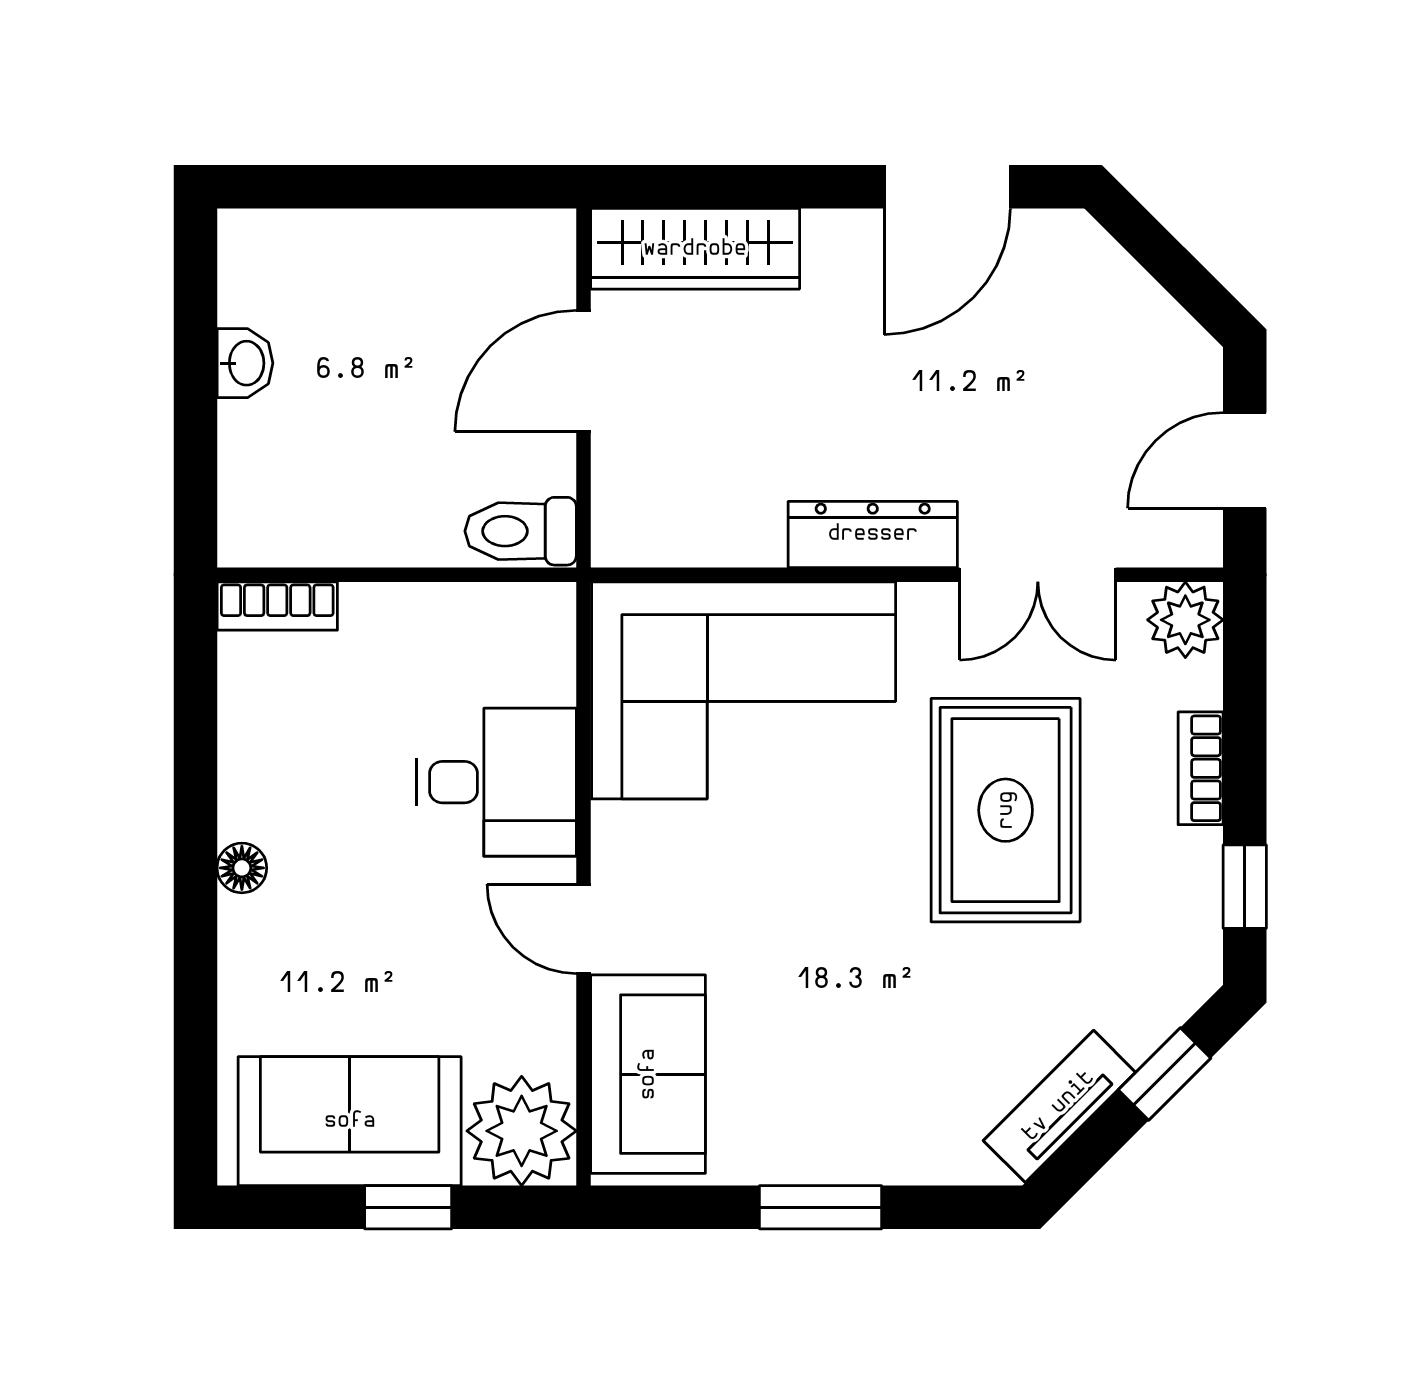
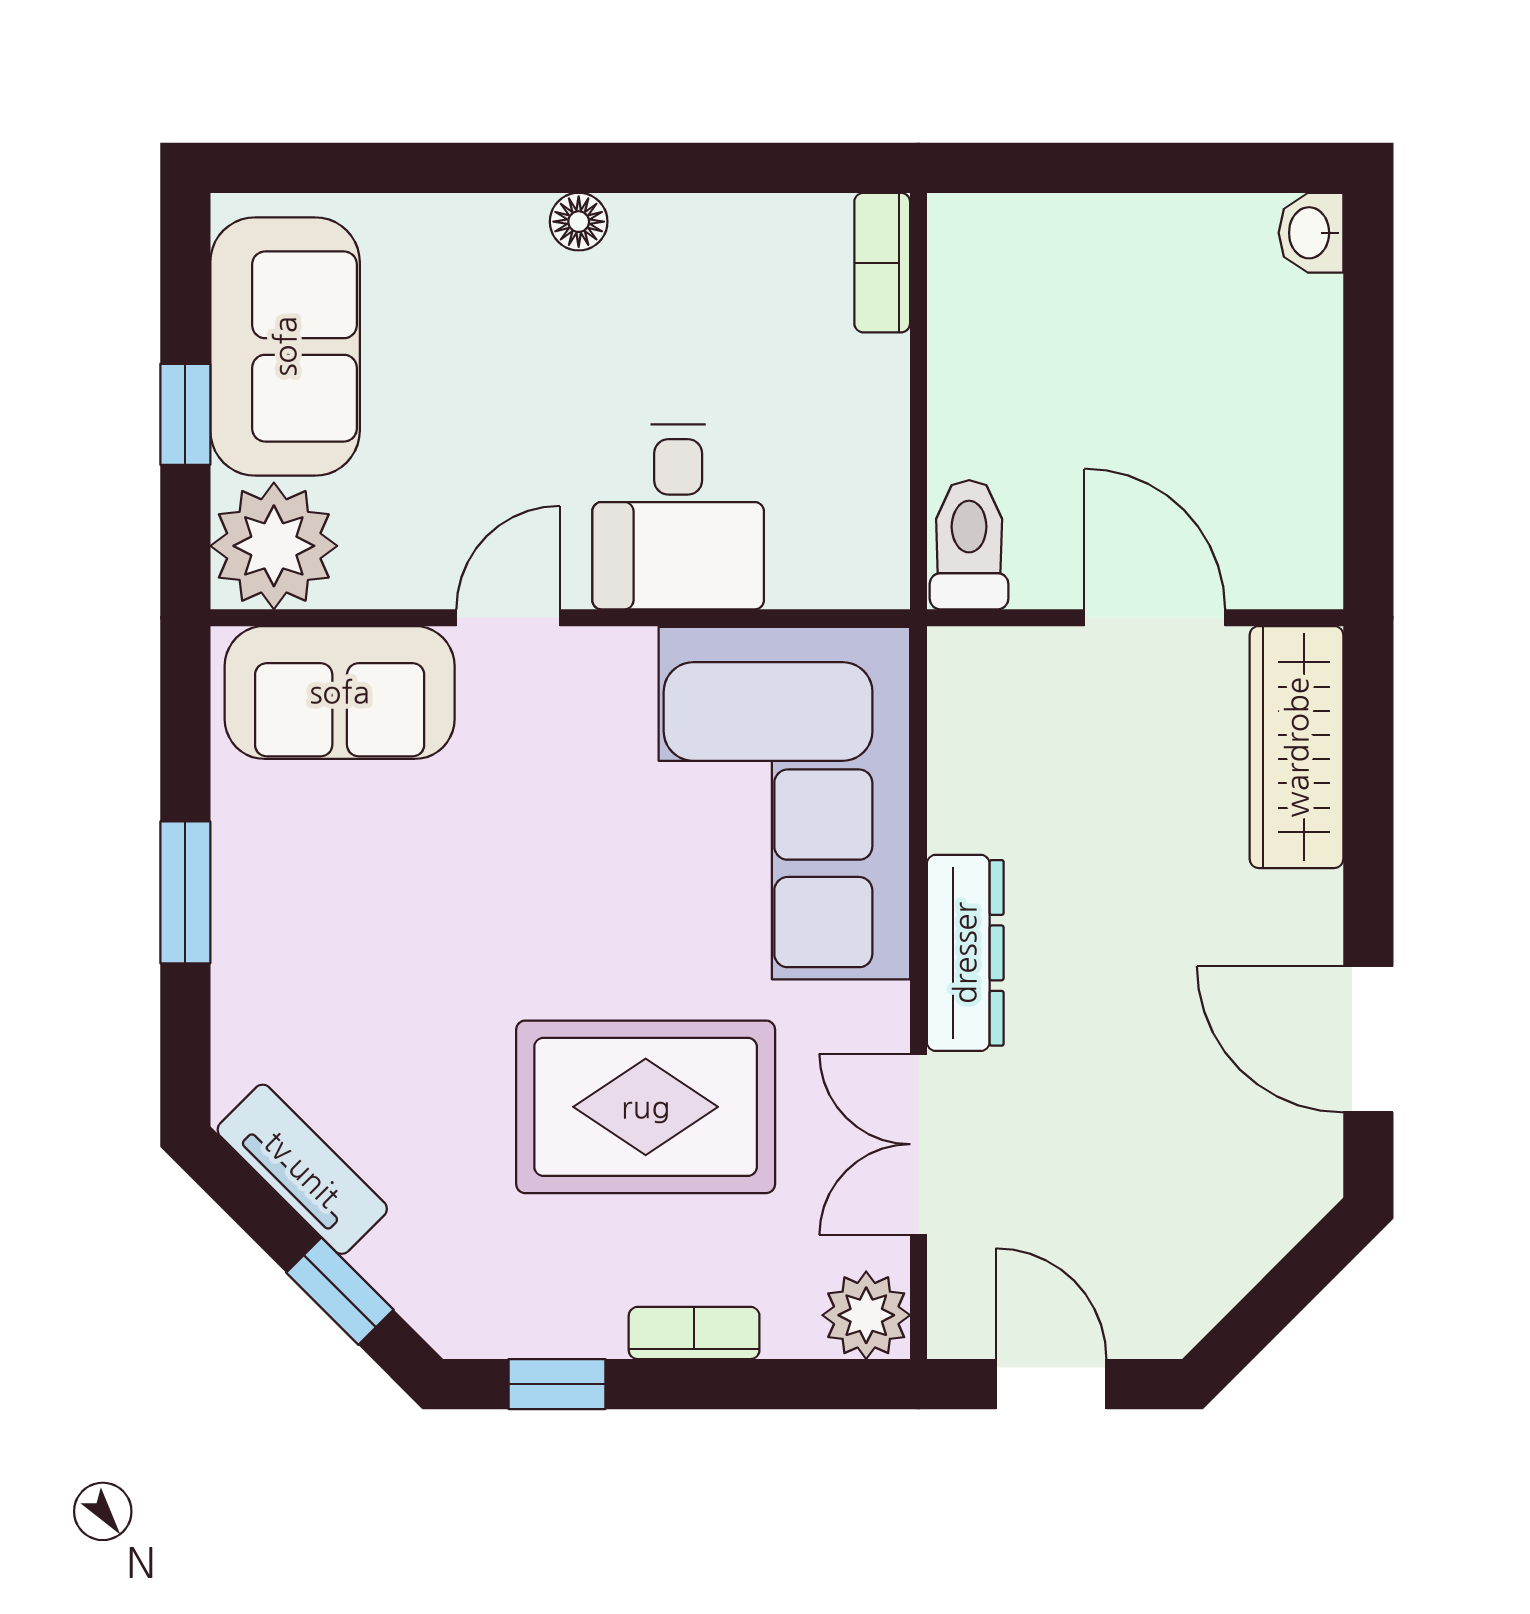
washbasin: (245, 363) -> (1311, 233), moved, turned 90

